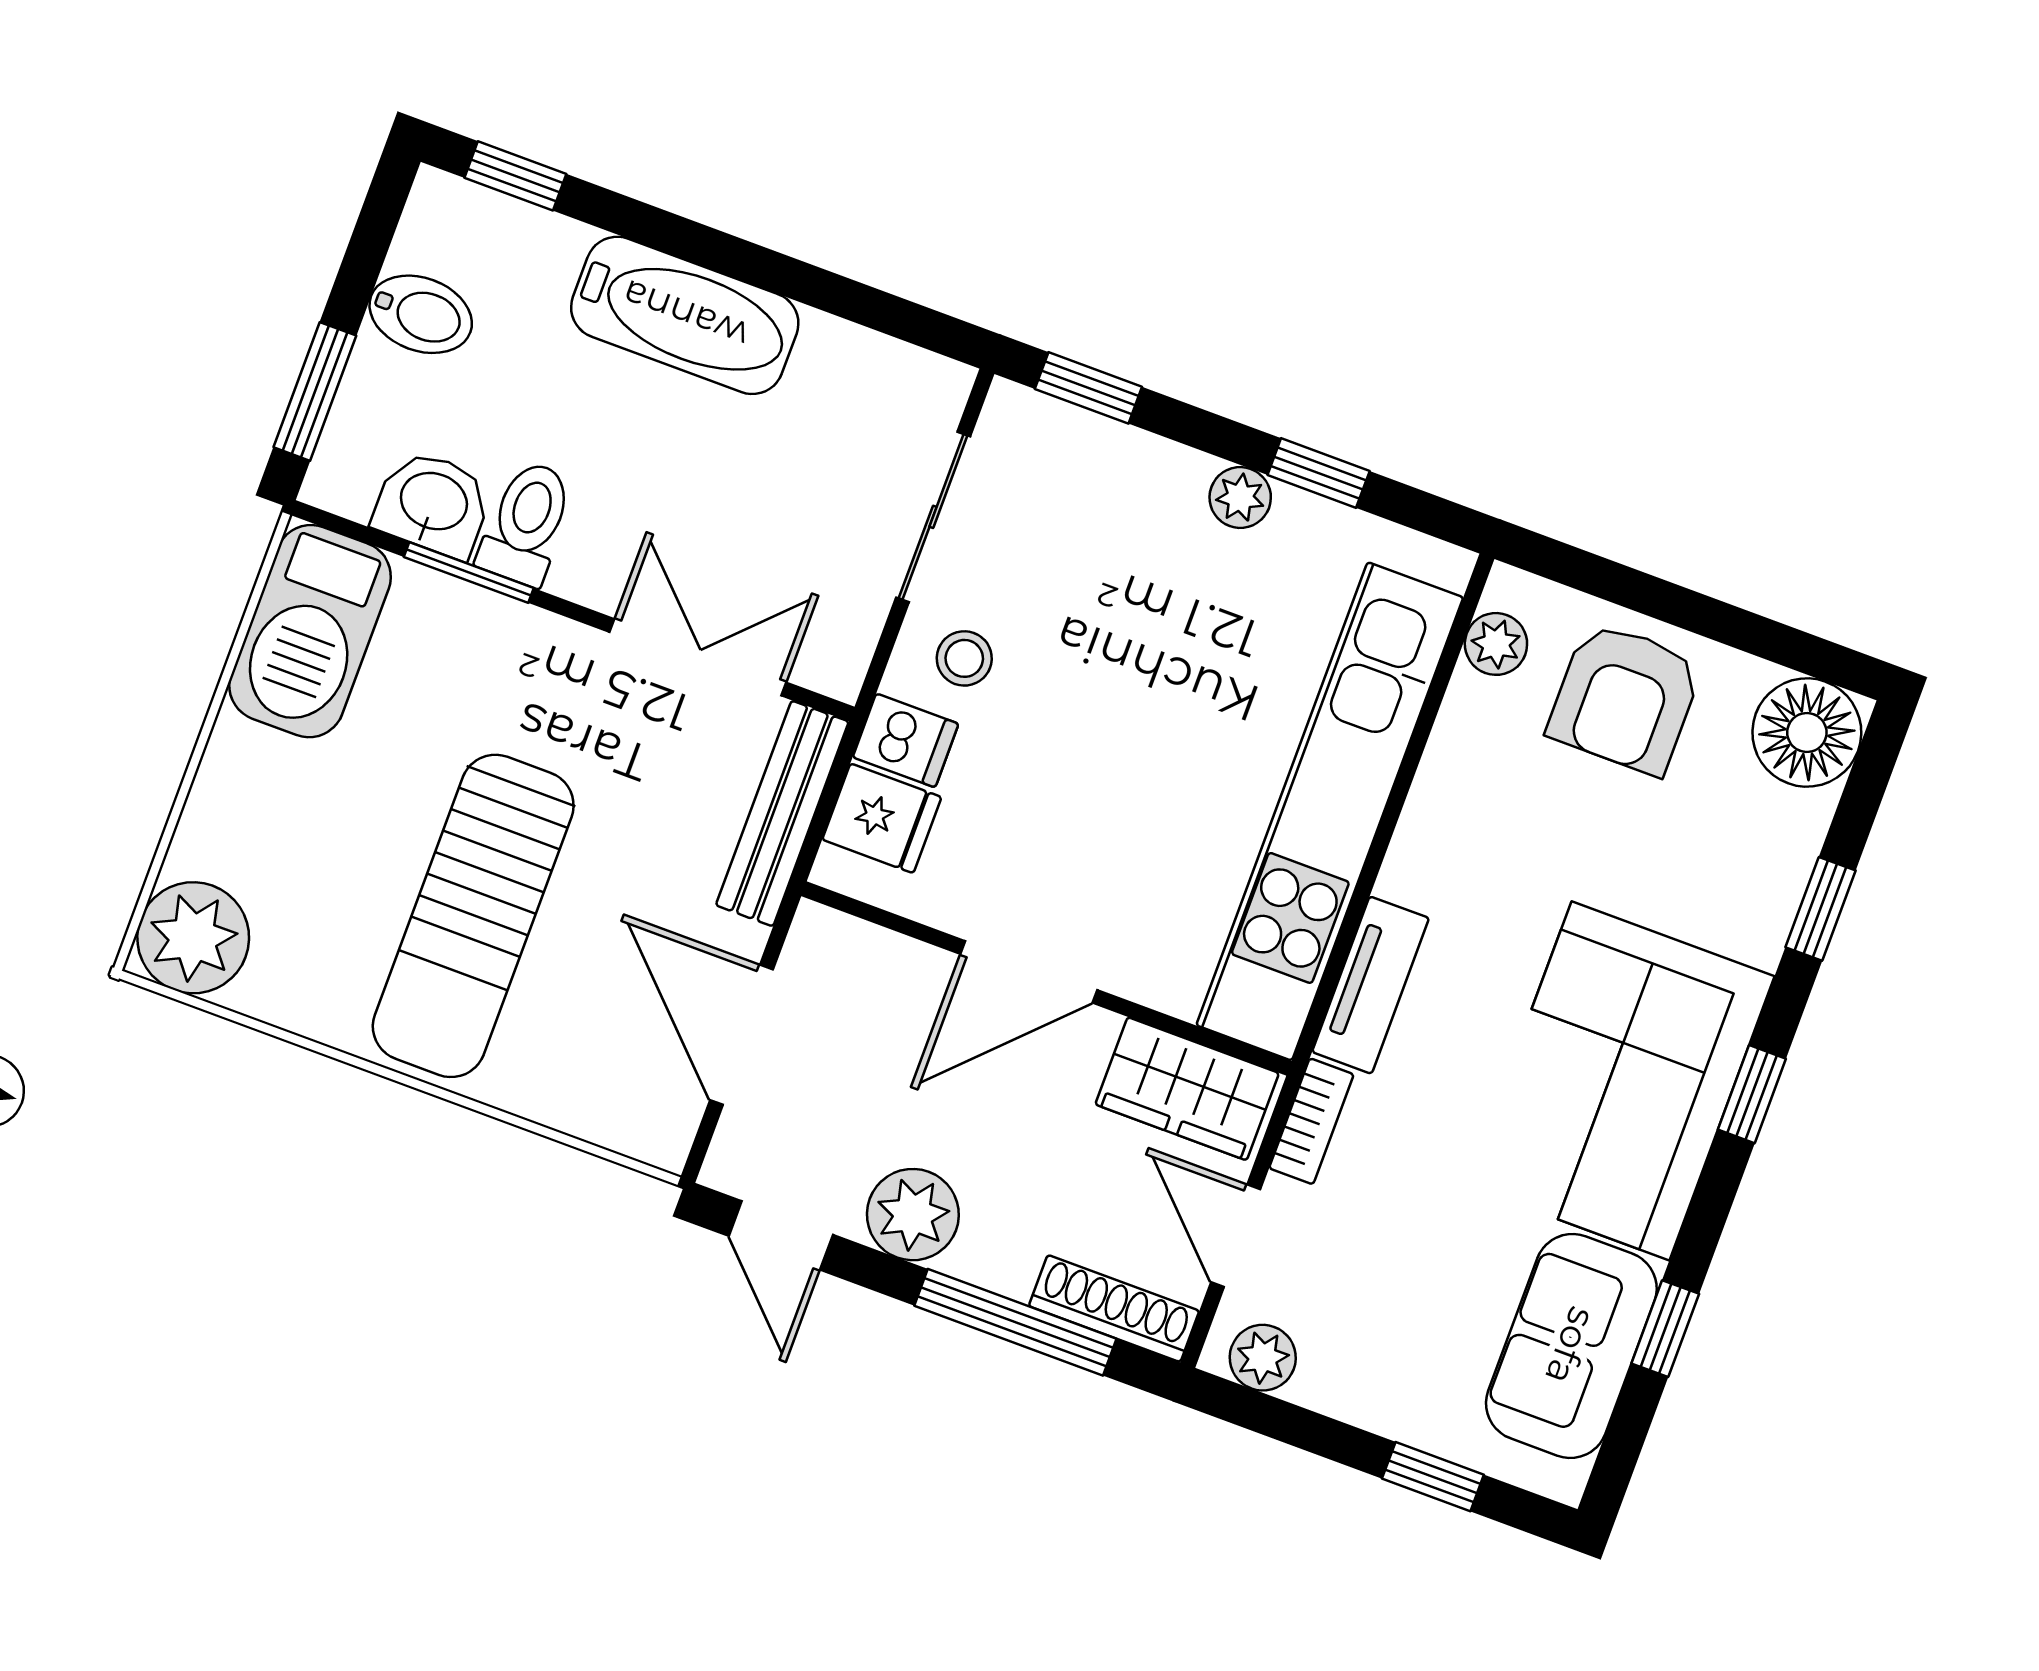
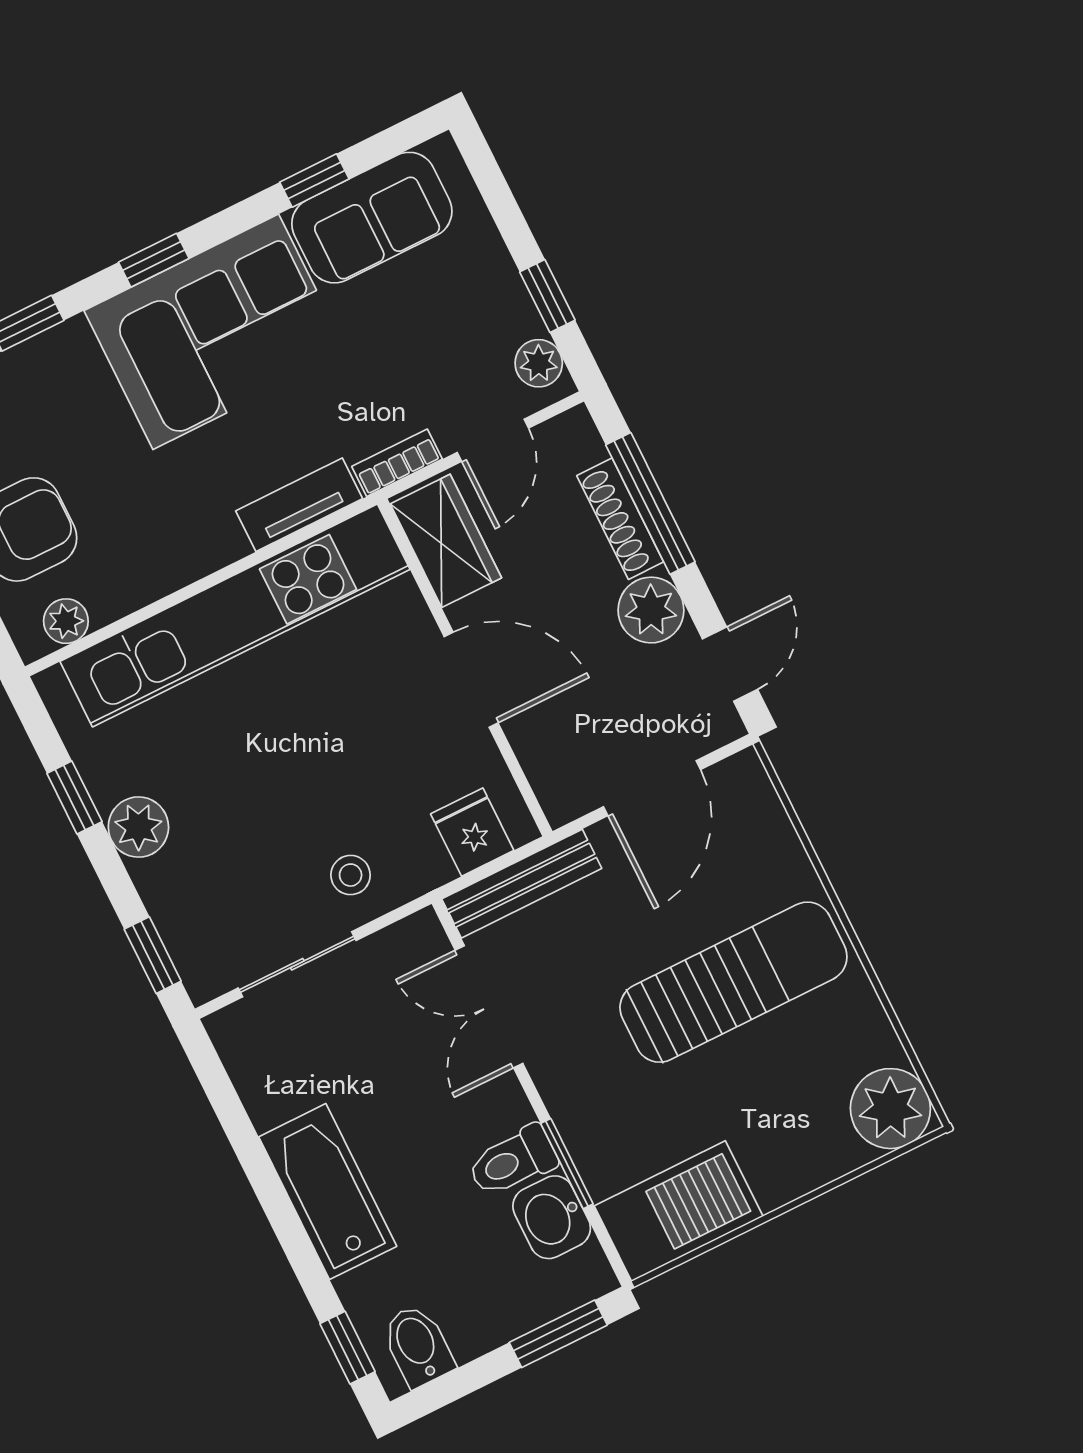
bidet: (421, 314) -> (418, 1346), moved
plant: (1240, 498) -> (138, 827), width x1.38, depth x1.38
dishwasher: (906, 740) -> (422, 861), removed
shoe rack: (1114, 1308) -> (620, 519), moved
window: (1433, 1477) -> (547, 296), moved

